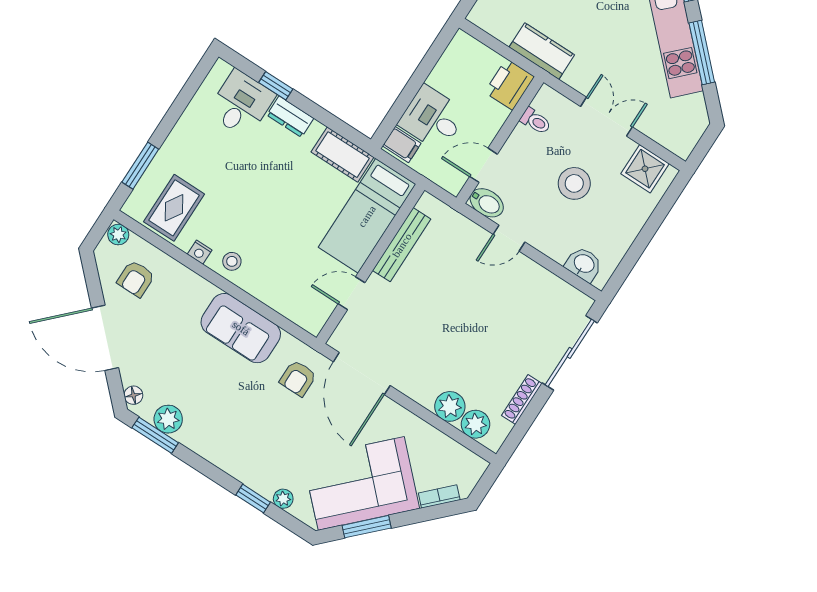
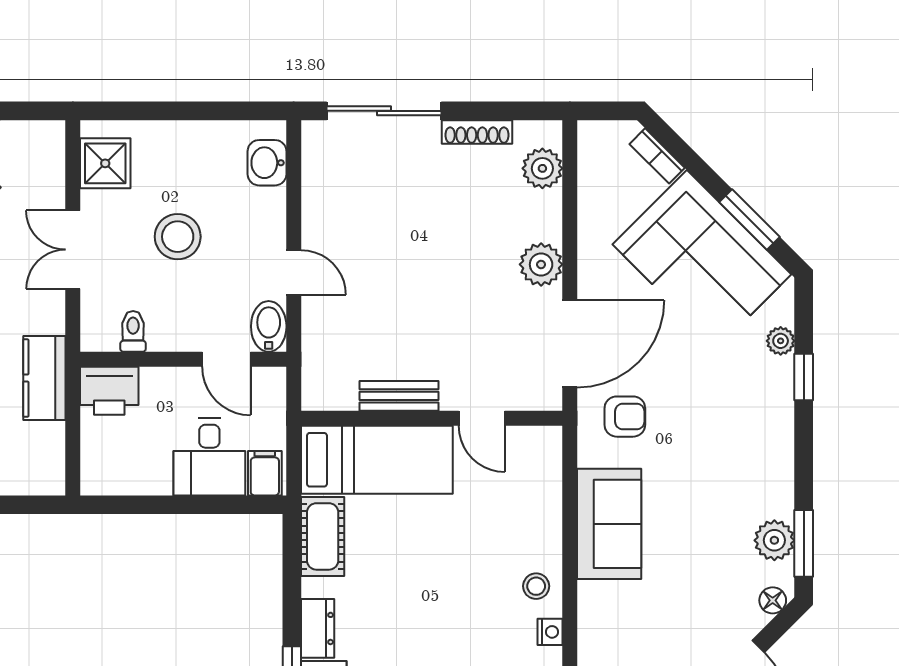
bench: (402, 245) -> (399, 396), width x0.73
plant: (450, 406) -> (541, 264), moved

